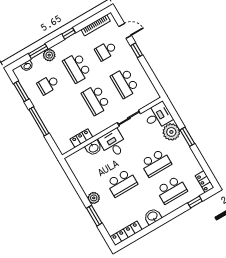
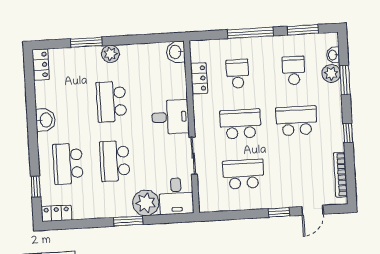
school desk: (106, 51) -> (238, 74), moved
plant: (49, 55) -> (331, 73), moved
washbasin: (93, 148) -> (176, 52), moved
locker: (126, 233) -> (41, 65), width x0.66

